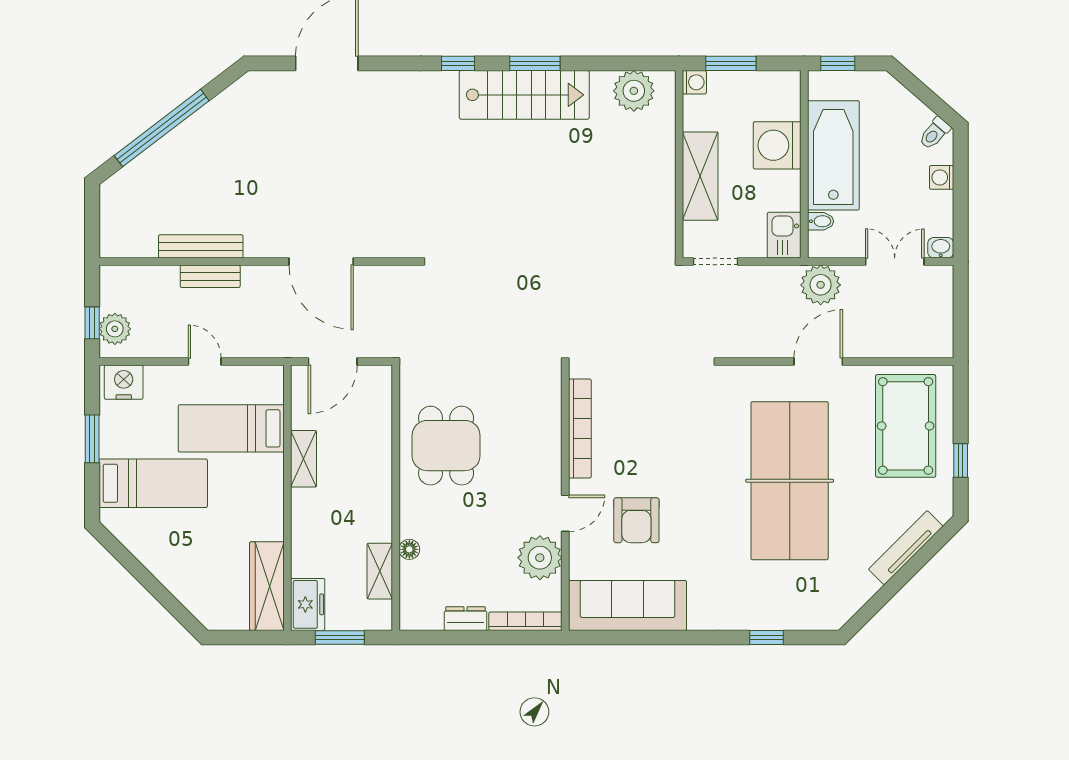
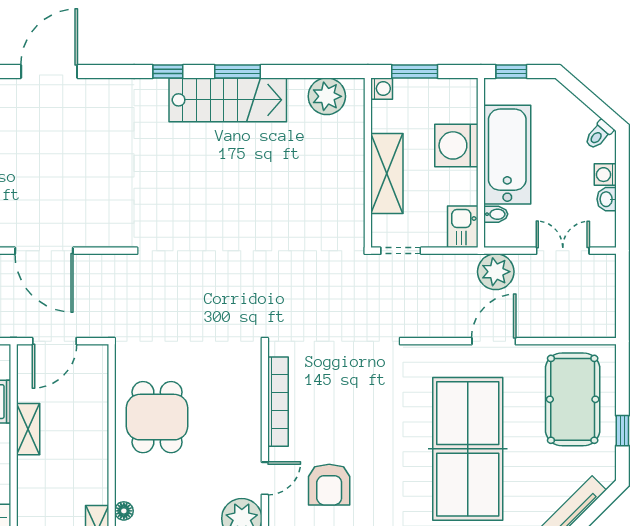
washbasin: (941, 248) -> (607, 199), moved, turned -90

